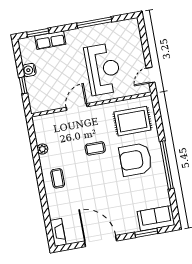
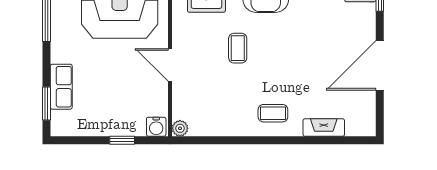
water cooler: (29, 70) -> (156, 127), moved
plant: (42, 149) -> (180, 128), moved
fireplace: (58, 232) -> (324, 128), moved

